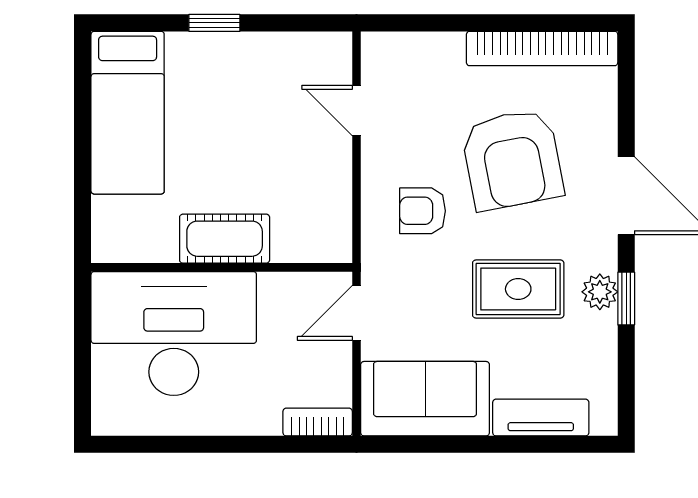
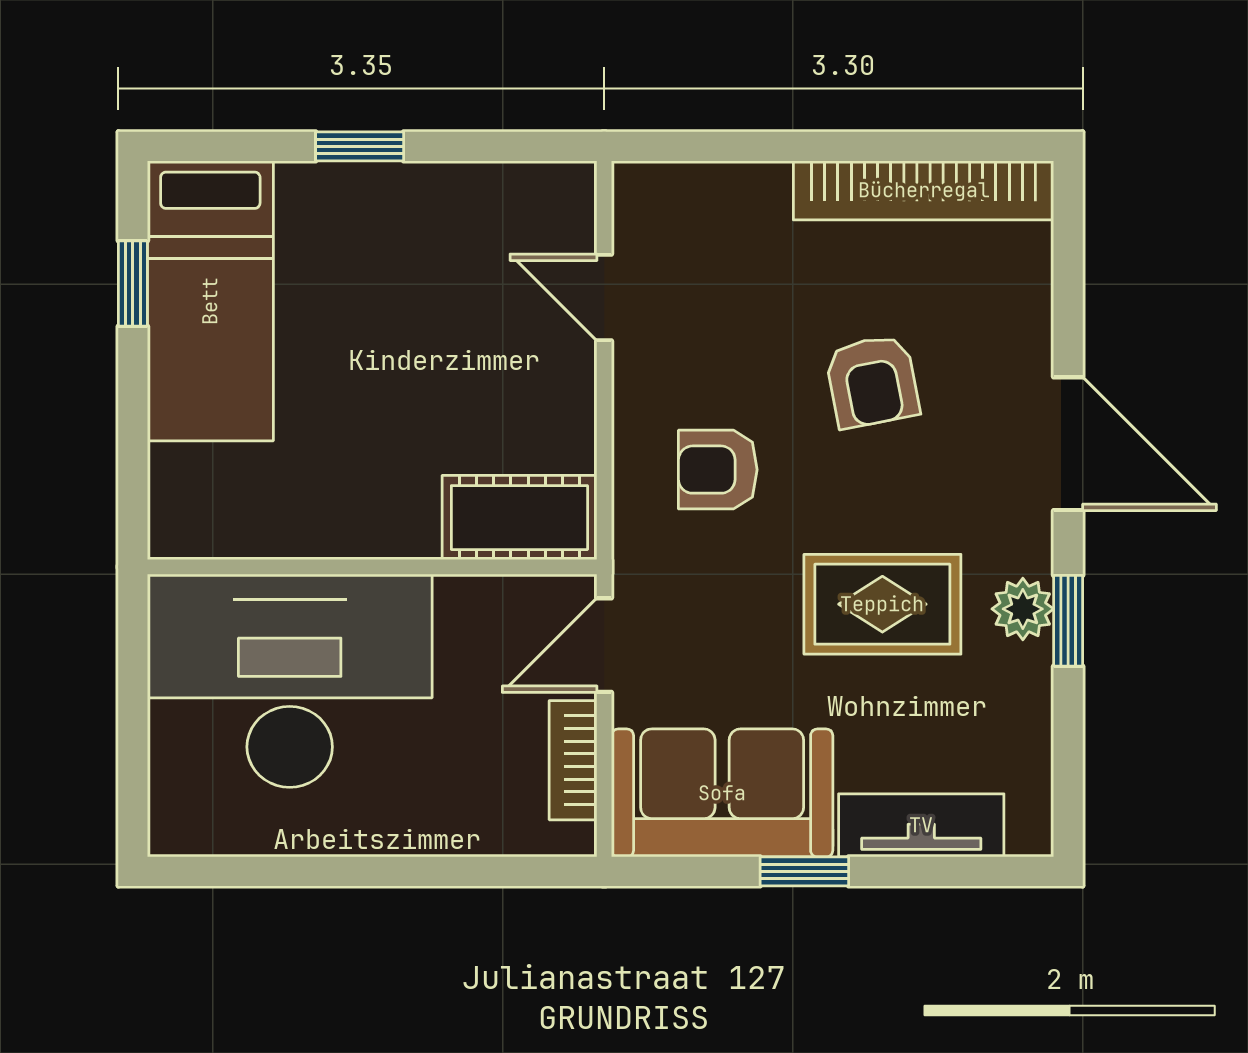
window: (83, 103) -> (133, 284), added
armchair: (512, 159) -> (872, 381), width x0.53, depth x0.53
cot: (225, 239) -> (519, 518), moved
bookcase: (318, 422) -> (573, 760), moved, turned -90
window: (473, 444) -> (804, 871), added

